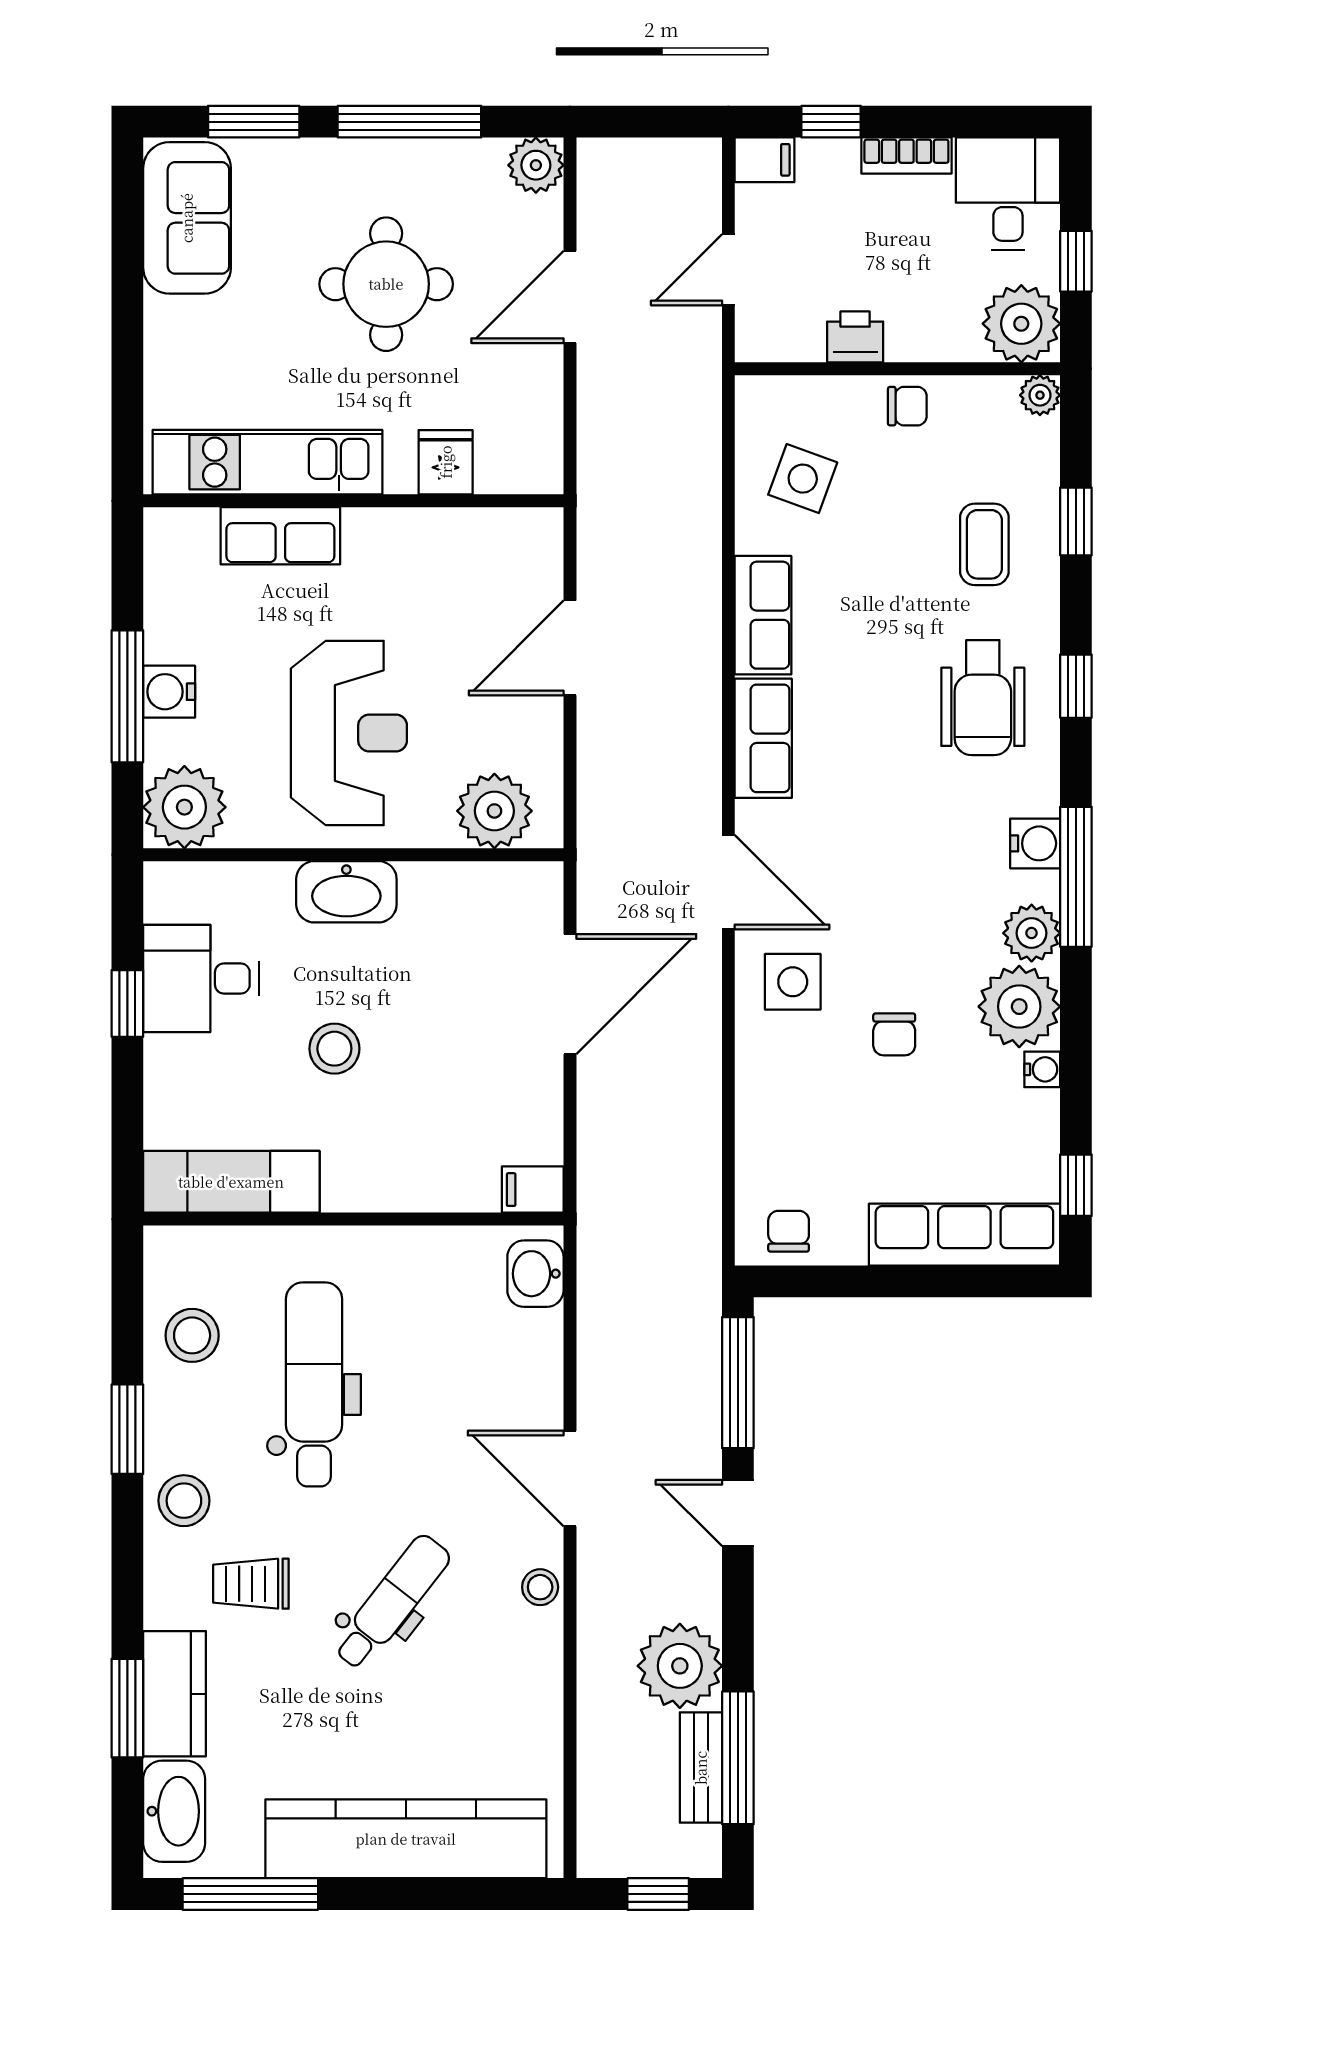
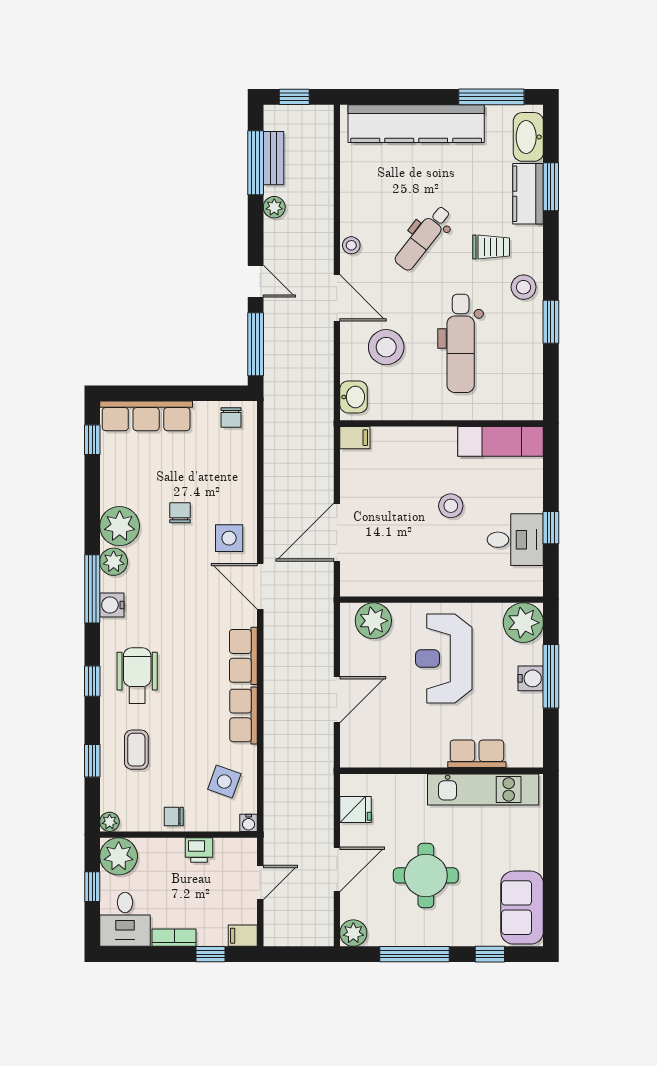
window: (254, 122) -> (490, 954), width x0.67
fridge: (446, 462) -> (355, 809), moved, turned -90
washbasin: (346, 892) -> (445, 582), removed
water cooler: (1042, 1069) -> (249, 823), moved, turned -90
stool: (192, 1335) -> (386, 347), moved, width x1.38, depth x1.38
plant: (680, 1666) -> (274, 207), width x0.53, depth x0.53

